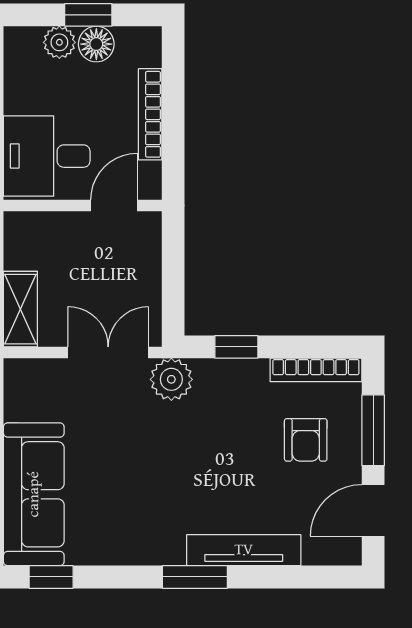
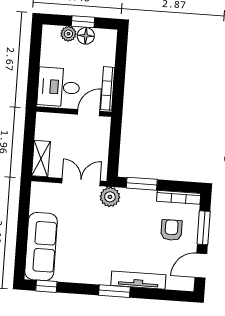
bookcase: (150, 114) -> (108, 88), moved
window: (236, 347) -> (142, 184), width x1.50
armchair: (306, 440) -> (171, 230), turned 180

